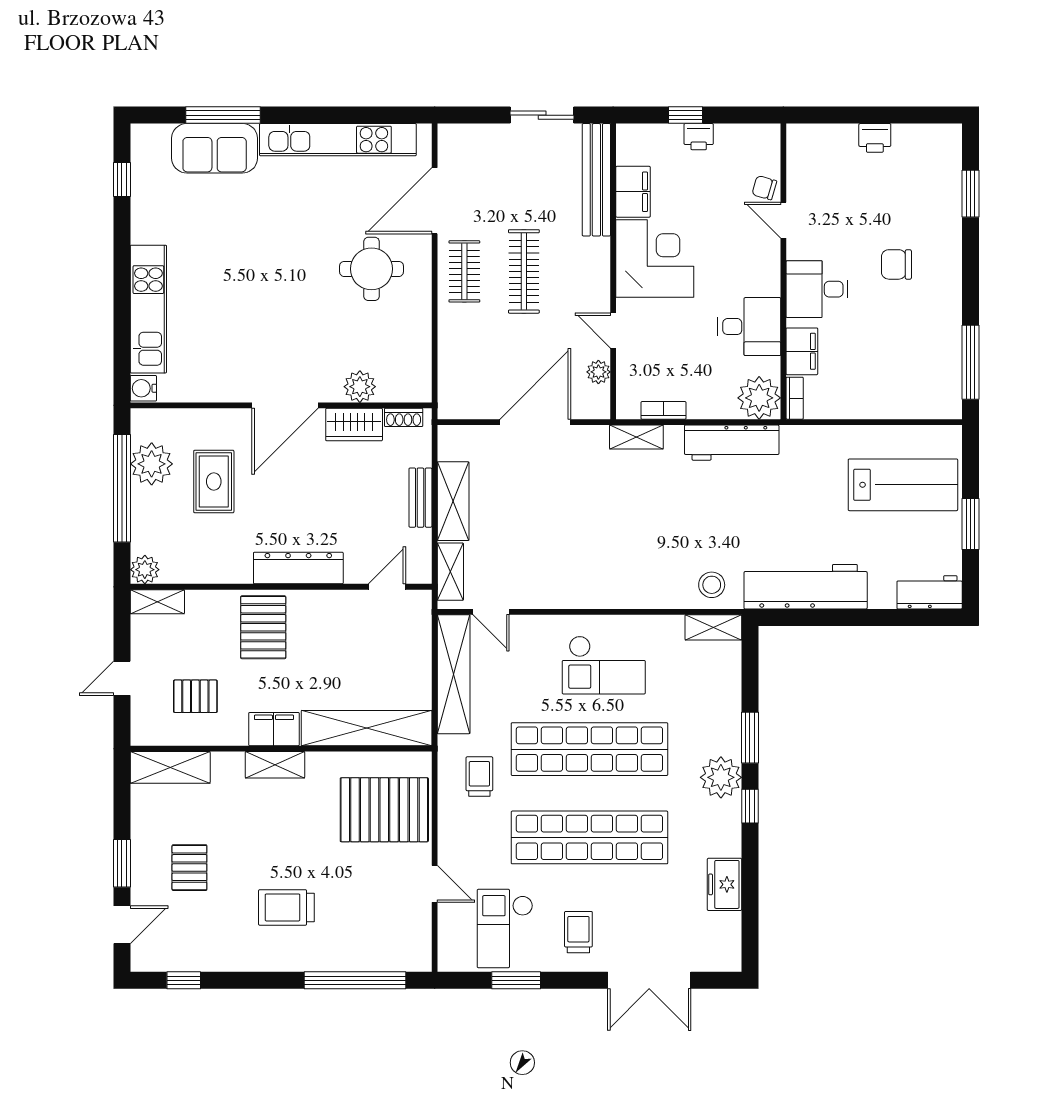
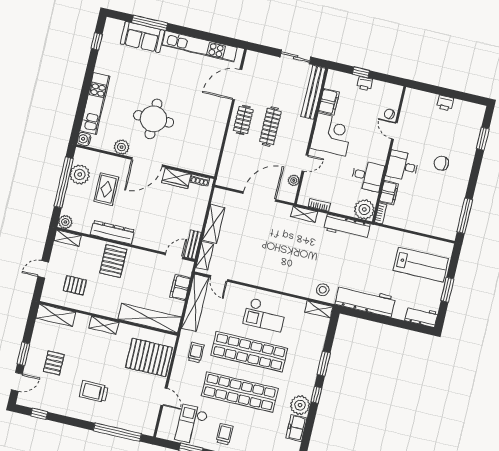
round table: (372, 269) -> (153, 119), moved, width x1.36, depth x1.36
door: (613, 331) -> (305, 163), swing flipped
plant: (360, 387) -> (122, 147), moved
bench: (420, 498) -> (193, 245), moved
dresser: (298, 568) -> (112, 232), moved
filing cabinet: (274, 729) -> (180, 288), moved, turned -90
plant: (721, 777) -> (300, 405), moved

